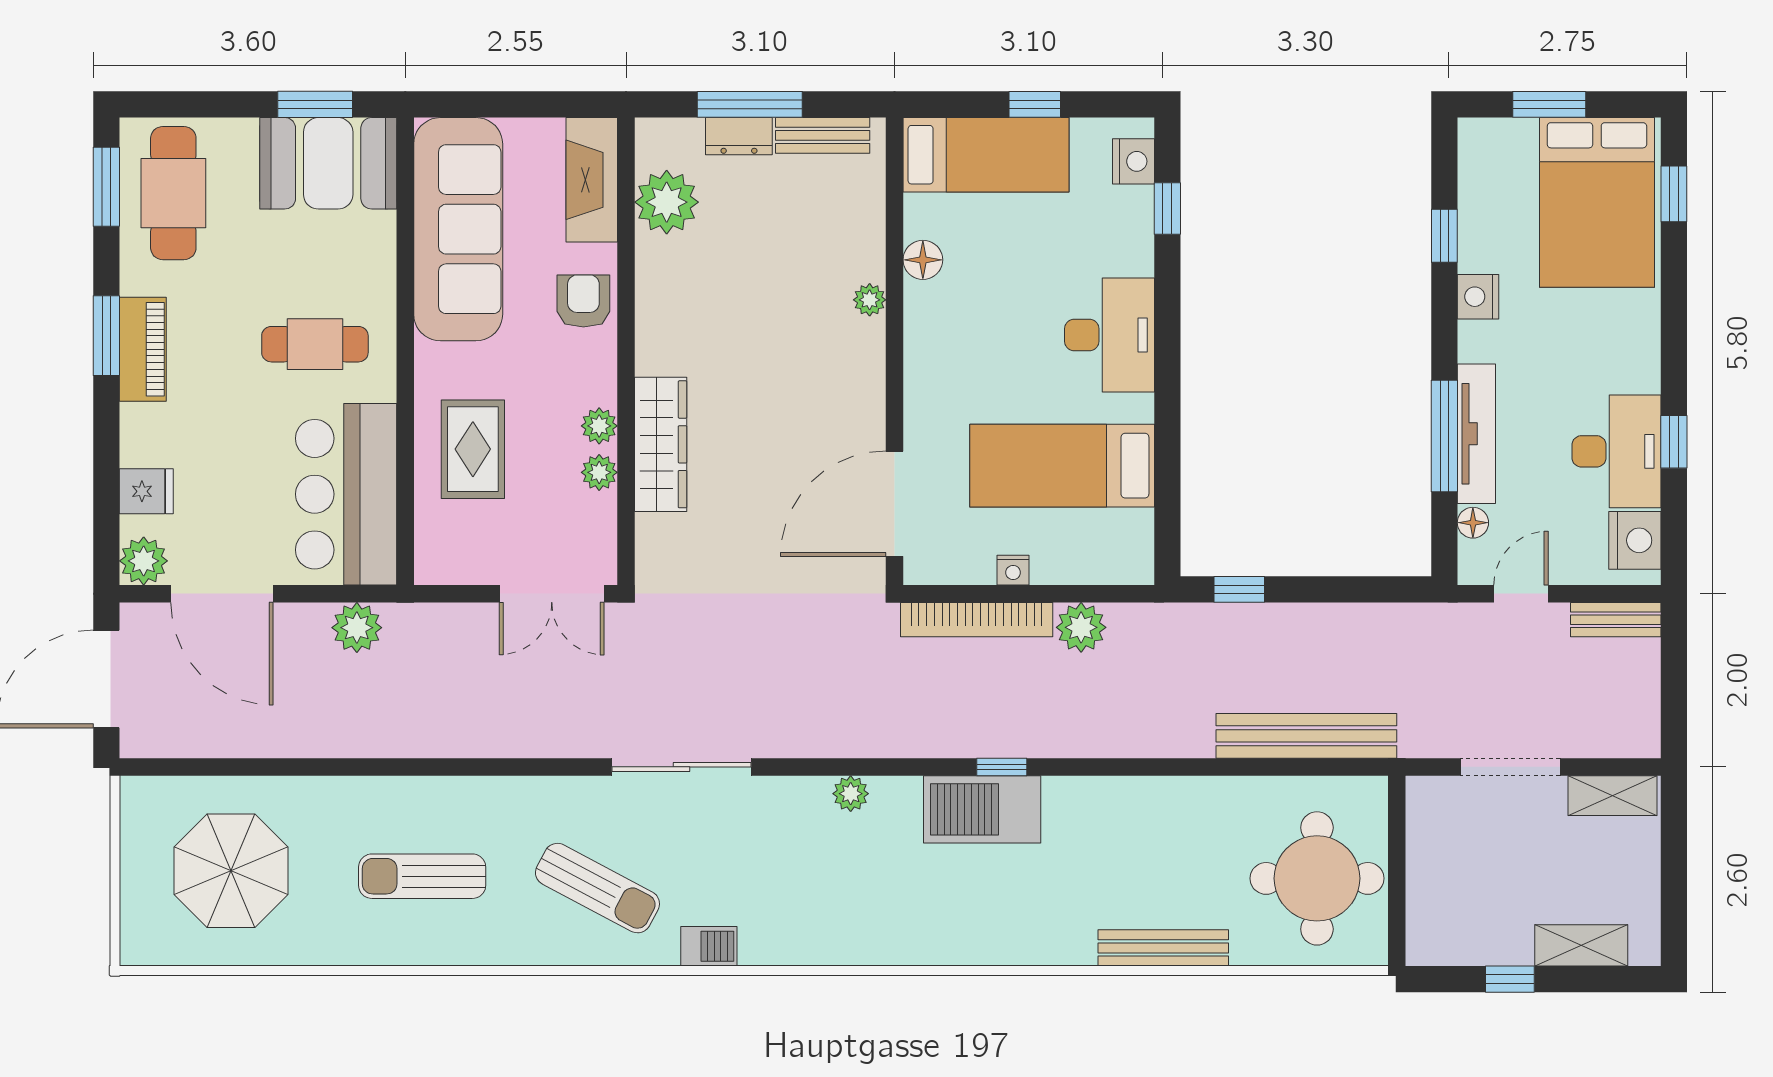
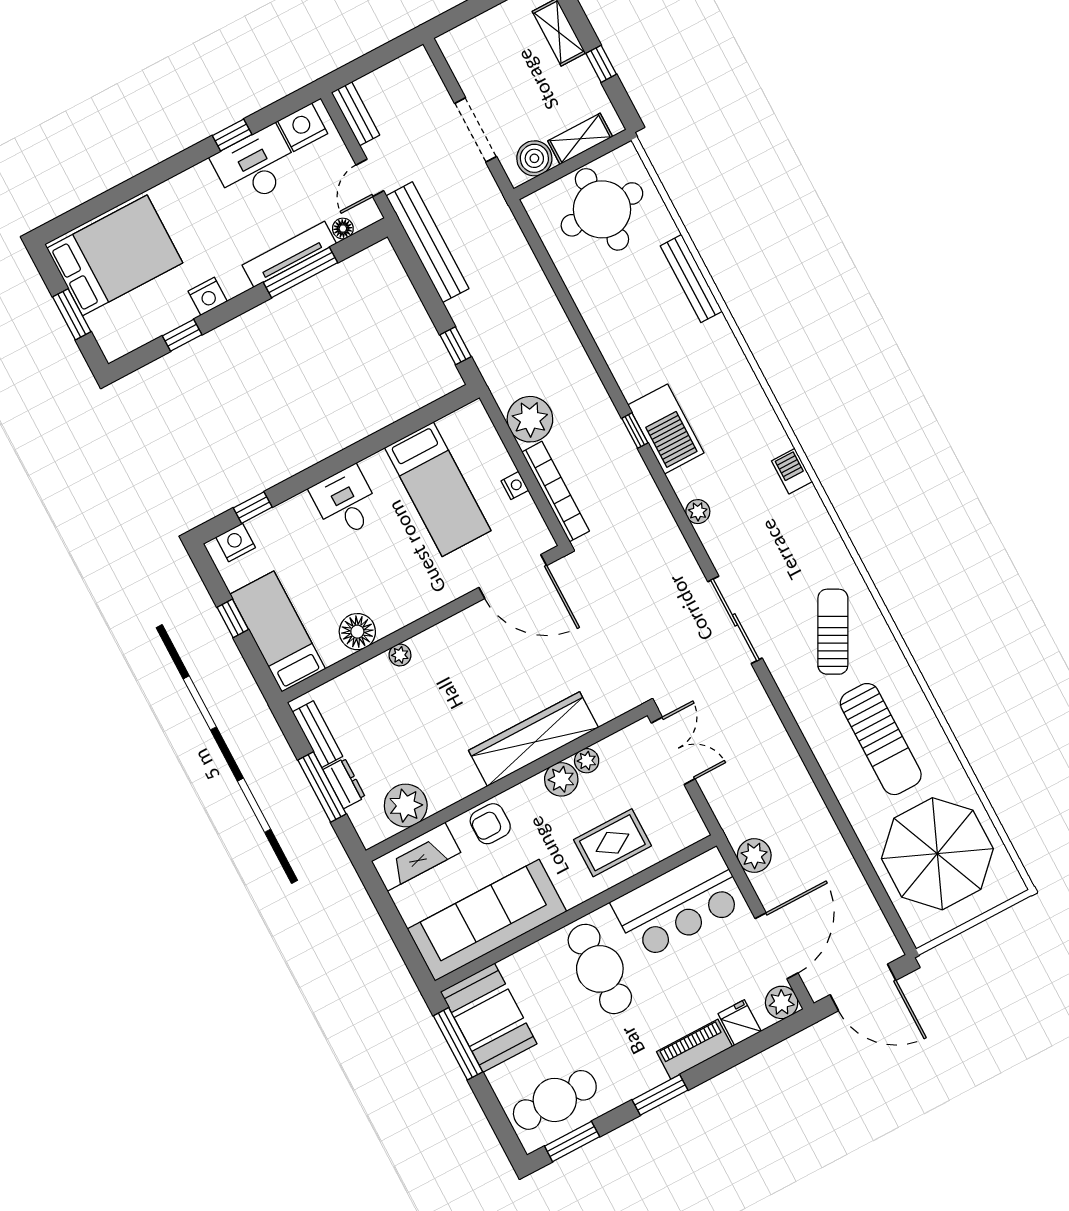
window: (315, 104) -> (458, 1044), width x1.44
window: (1674, 194) -> (86, 213), removed
floor lamp: (923, 260) -> (357, 632), width x1.38, depth x1.38
desk: (1110, 335) -> (346, 502), width x0.73
cafe table: (315, 344) -> (600, 969), width x1.37, depth x1.35
piano: (143, 349) -> (694, 1049), moved
plant: (599, 426) -> (561, 779), width x1.38, depth x1.38
wardrobe: (661, 444) -> (533, 739), width x1.40, depth x1.17
door: (1521, 594) -> (370, 178), hinge flipped
plant: (1081, 627) -> (530, 419), width x1.36, depth x1.36
bench: (1306, 736) -> (427, 242), moved
shelving: (1612, 796) -> (580, 139), moved, turned 90
boiler: (1432, 825) -> (534, 158), added
parasol: (231, 871) -> (937, 854), width x1.36, depth x1.36
sun lounger: (422, 876) -> (881, 739), width x1.36, depth x1.34
barbecue: (709, 946) -> (792, 471), moved

